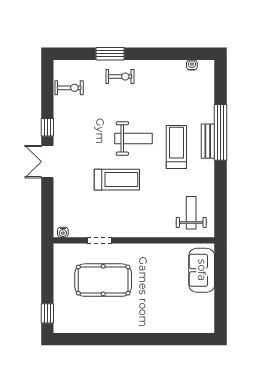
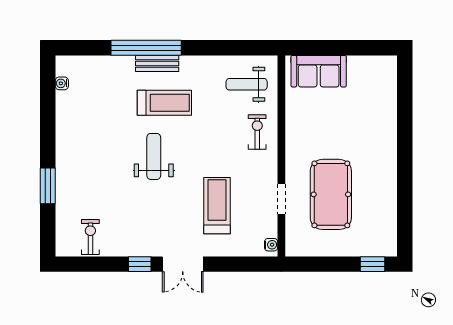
exercise bike: (120, 77) -> (257, 132), moved
treadmill: (176, 147) -> (164, 103), turned 180
treadmill: (117, 180) -> (217, 206), moved

